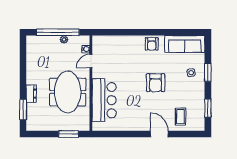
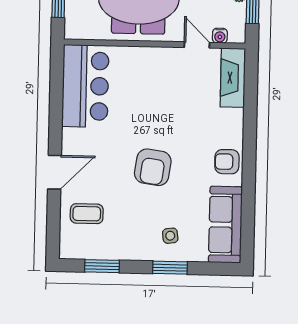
fireplace: (108, 42) -> (233, 78), added
armchair: (156, 83) -> (153, 167), turned -82
bar counter: (104, 100) -> (85, 86), moved, turned -90

